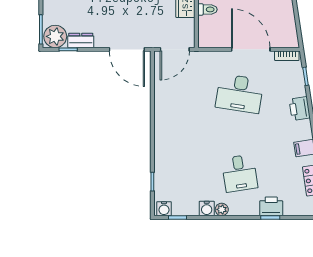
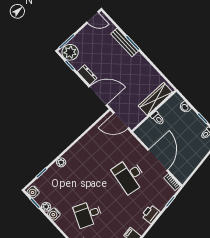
dresser: (81, 40) -> (87, 75), moved
door: (127, 49) -> (98, 96), swing flipped
plant: (160, 151) -> (61, 162), added
desk: (240, 173) -> (88, 214), turned 33
plant: (222, 209) -> (46, 207), moved

